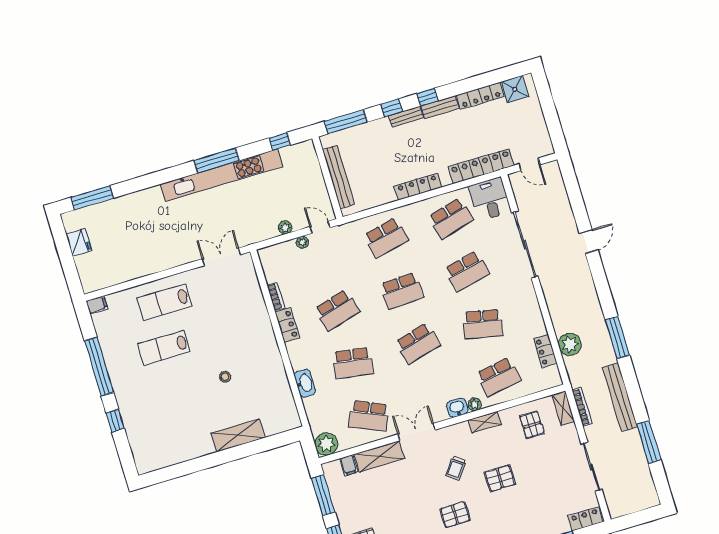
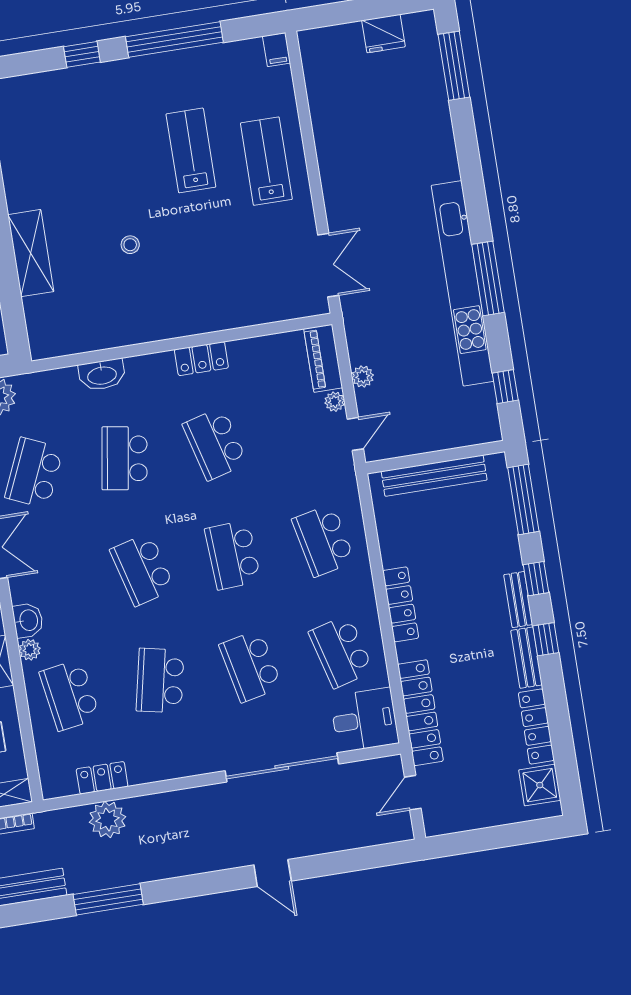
piano: (277, 252) -> (323, 358), added
bookcase: (276, 296) -> (251, 346), removed

